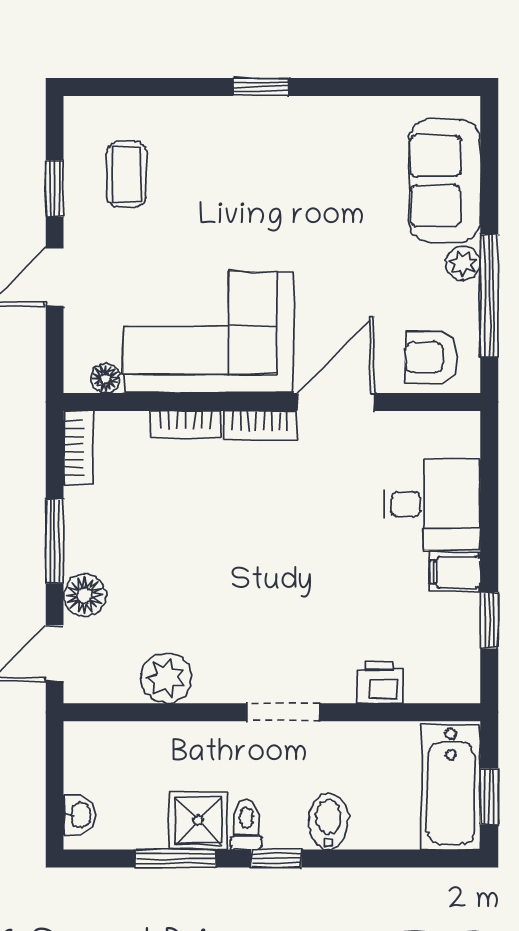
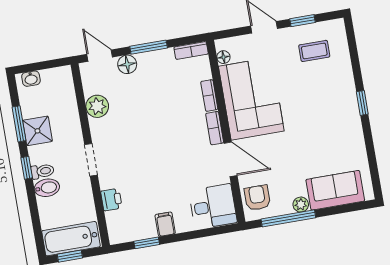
desk: (432, 504) -> (213, 206), moved, turned -90
toilet: (246, 825) -> (42, 171), moved

